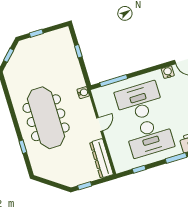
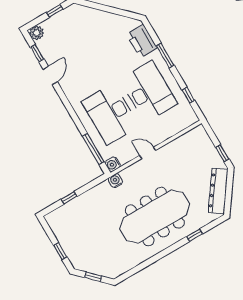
water cooler: (168, 72) -> (113, 164), moved
dresser: (101, 158) -> (218, 191), moved, turned 125

